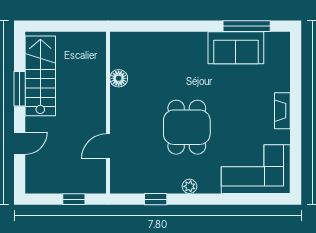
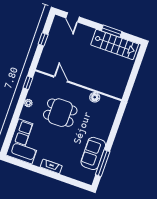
floor lamp: (119, 78) -> (95, 97), moved
wall: (108, 113) -> (78, 85), moved
door: (20, 143) -> (73, 17), moved
door: (108, 146) -> (61, 79), moved

